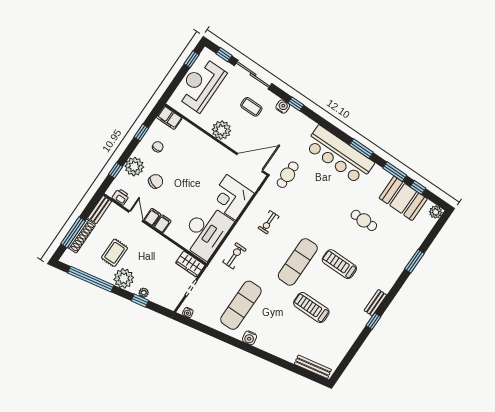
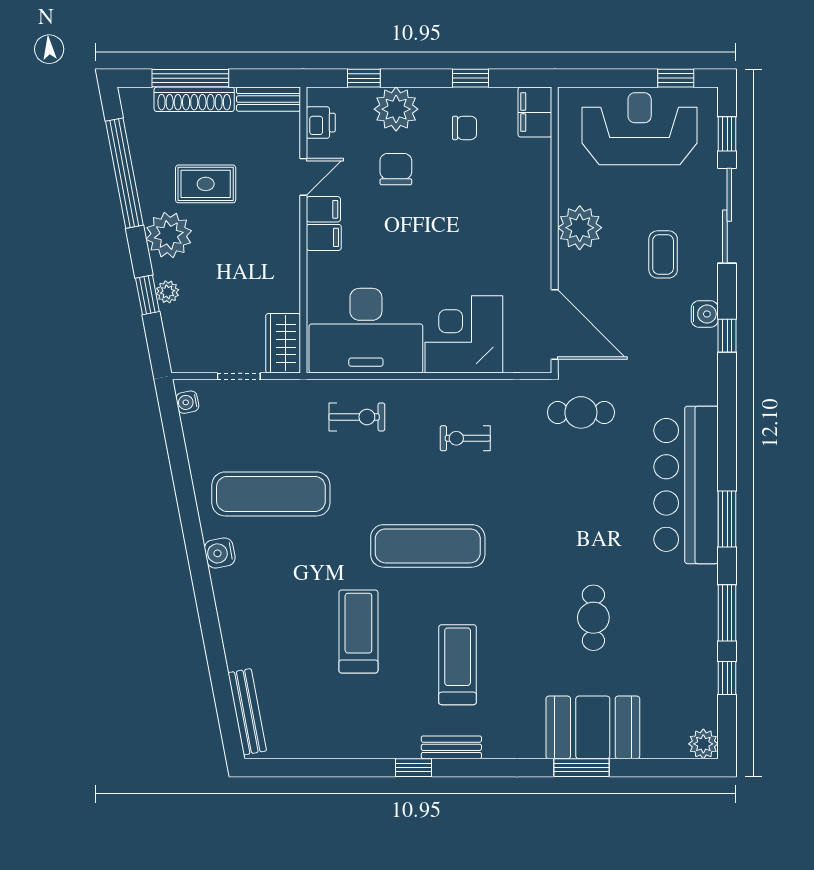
chair: (156, 181) -> (396, 169), turned -113
booth: (403, 198) -> (593, 727), moved, turned 90
treadmill: (339, 264) -> (458, 665), moved

